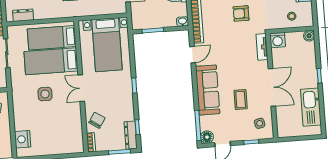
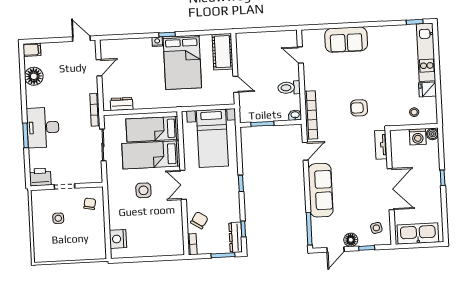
washing machine: (278, 40) -> (418, 137), moved
coffee table: (241, 99) -> (356, 201), removed
kitchen sink: (311, 107) -> (418, 234), moved, turned 90
floor lamp: (207, 137) -> (351, 240), moved

